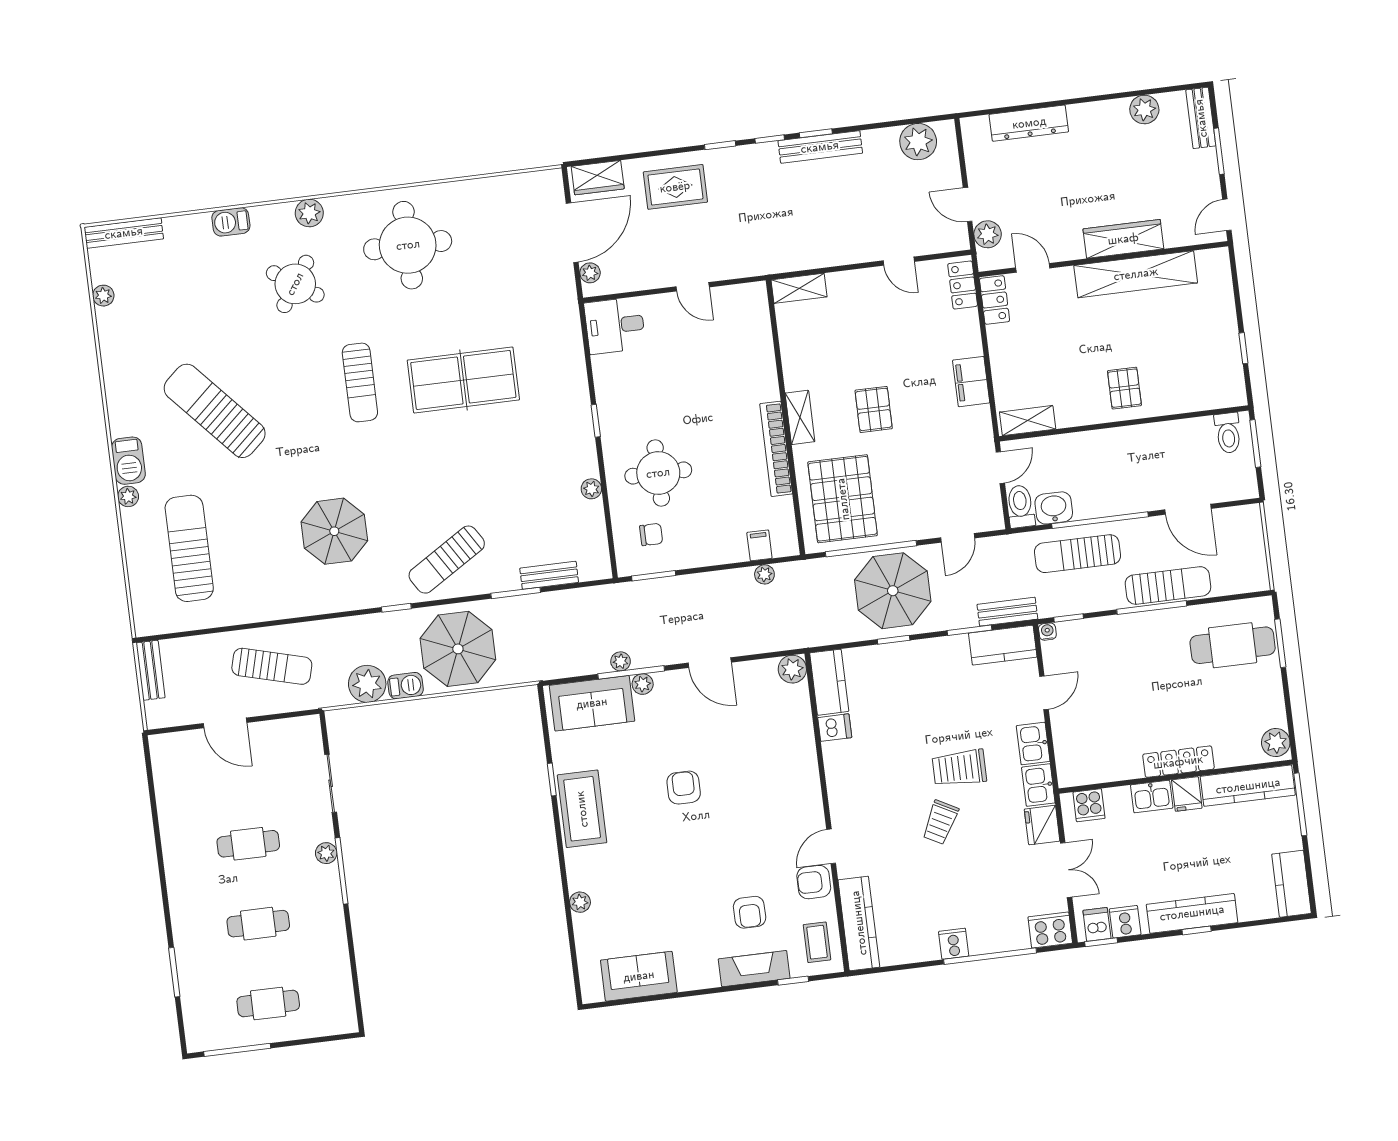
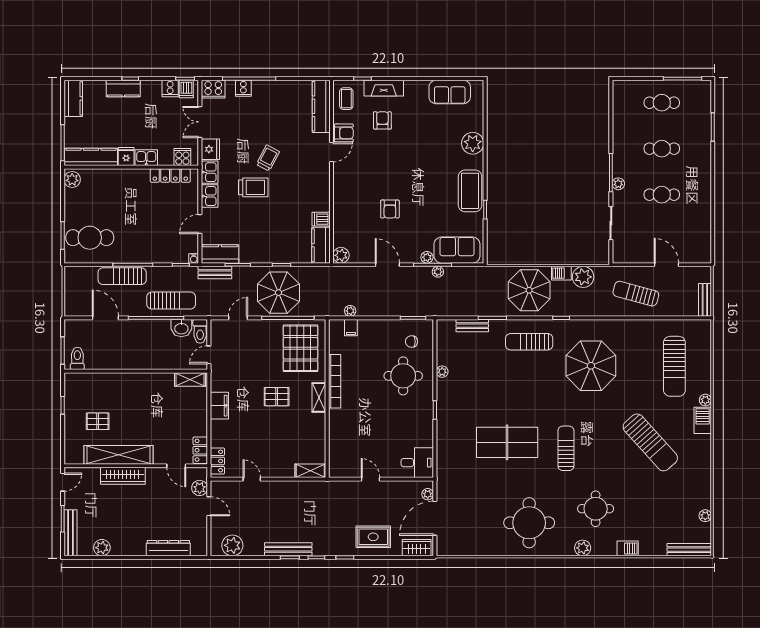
bench: (1201, 118) -> (71, 533), width x1.36
round table: (295, 284) -> (596, 509), turned -34
pallet: (1124, 388) -> (98, 421), moved, turned 90
pallet: (874, 409) -> (277, 397), turned 90
parasol: (334, 531) -> (591, 366), width x1.36, depth x1.36
sun lounger: (447, 560) -> (529, 342), turned -148
locker: (1178, 762) -> (170, 176), moved
armchair: (684, 788) -> (390, 209), moved
plant: (580, 902) -> (473, 143), width x1.88, depth x1.88
kitchen counter: (1192, 913) -> (123, 88), width x0.67
cooker: (954, 944) -> (243, 88), moved

